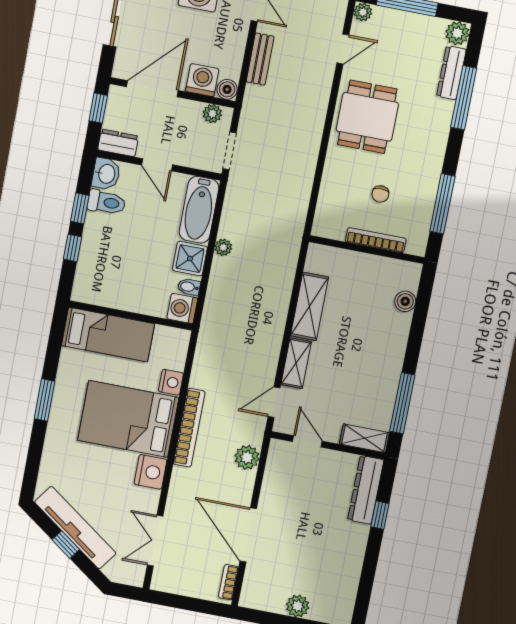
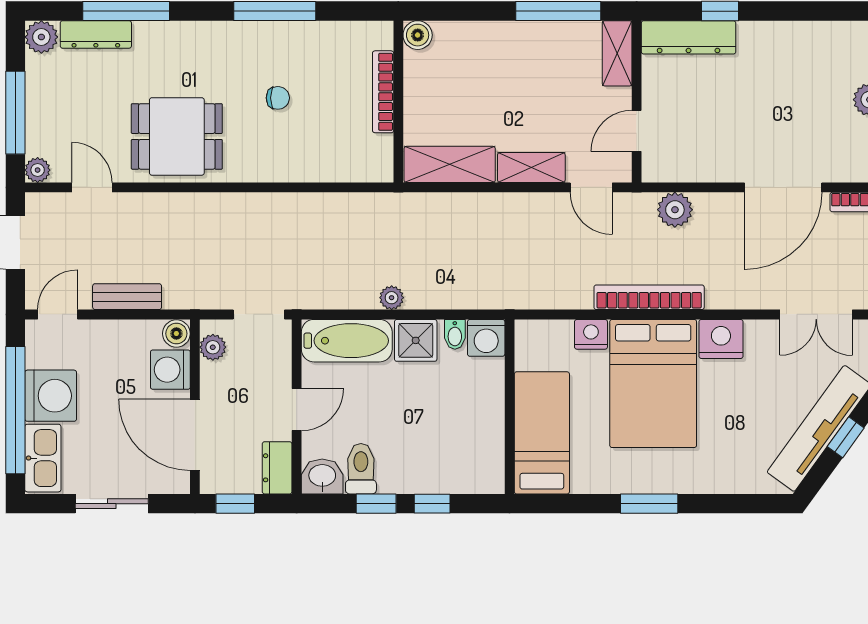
bookcase: (376, 240) -> (383, 92), moved
wall: (367, 250) -> (398, 102), moved

